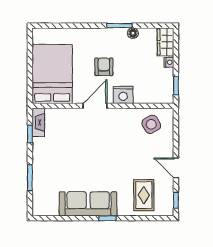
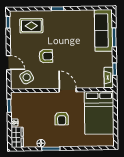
nightstand: (123, 95) -> (47, 98), removed
door: (95, 106) -> (68, 90), swing flipped
armchair: (124, 153) -> (46, 56), added
door: (176, 168) -> (9, 63), moved
rug: (144, 195) -> (31, 26), turned 90
sofa: (88, 204) -> (104, 30), moved, turned 90

